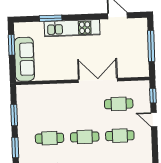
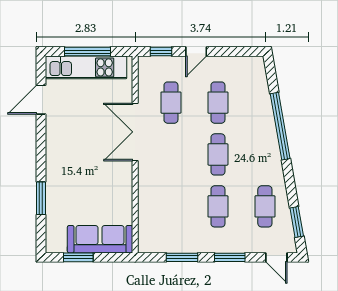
kitchen unit: (72, 28) -> (86, 67), moved, turned 90

